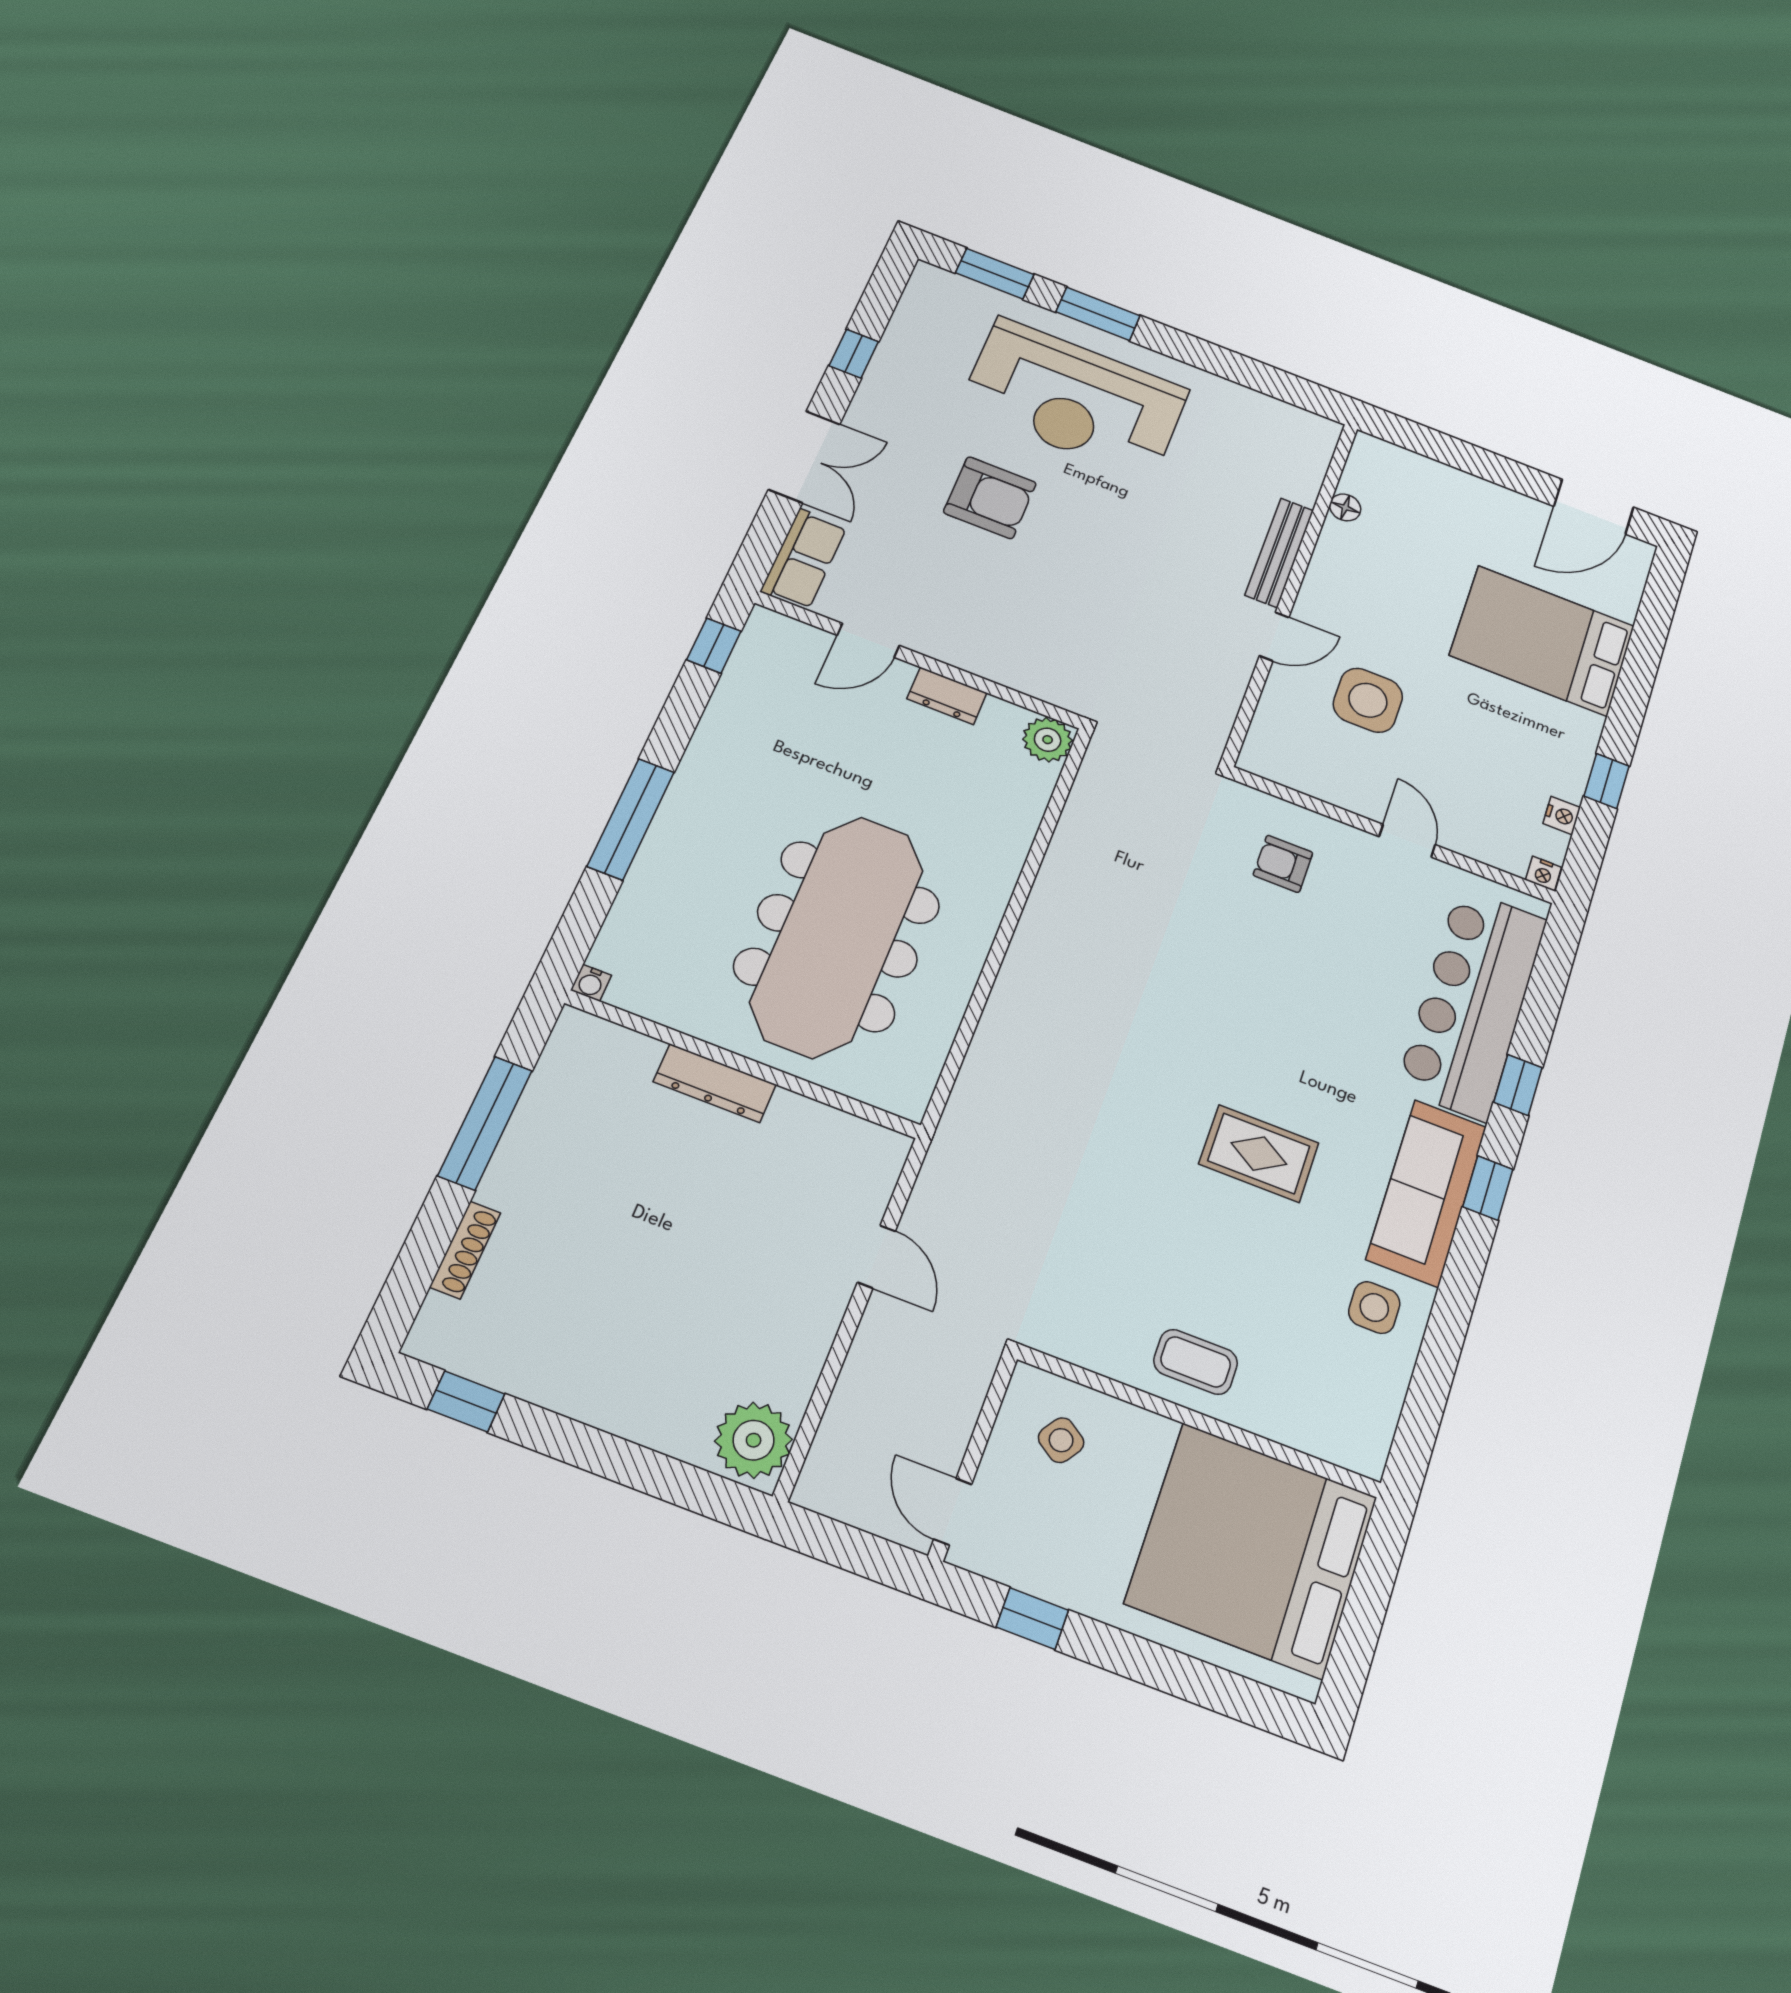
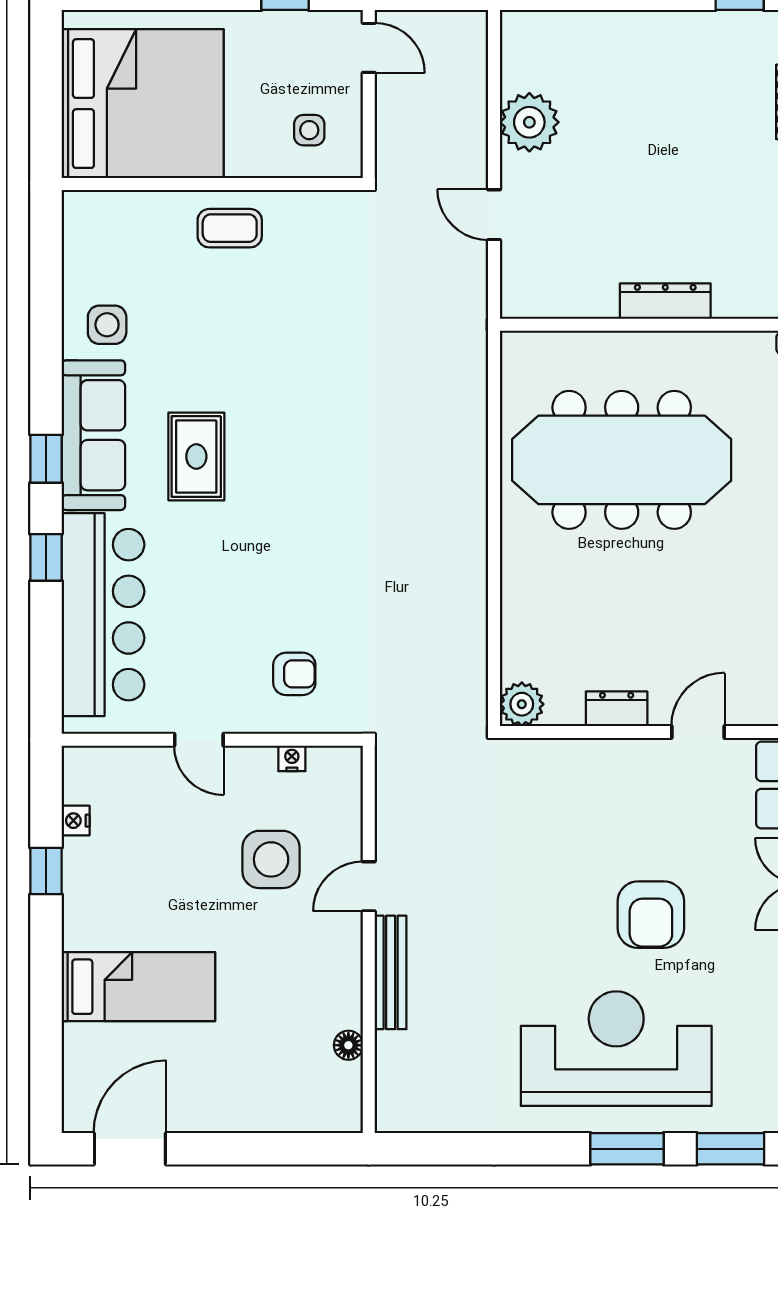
armchair: (990, 498) -> (651, 915), turned -90
bed: (1542, 641) -> (138, 987), width x0.67
nightstand: (1543, 874) -> (292, 758), moved
meeting table: (837, 936) -> (622, 460), turned 90
rug: (1259, 1154) -> (196, 457), moved, turned 90
plant: (754, 1440) -> (529, 122), moved
side table: (1061, 1440) -> (309, 130), turned -34

